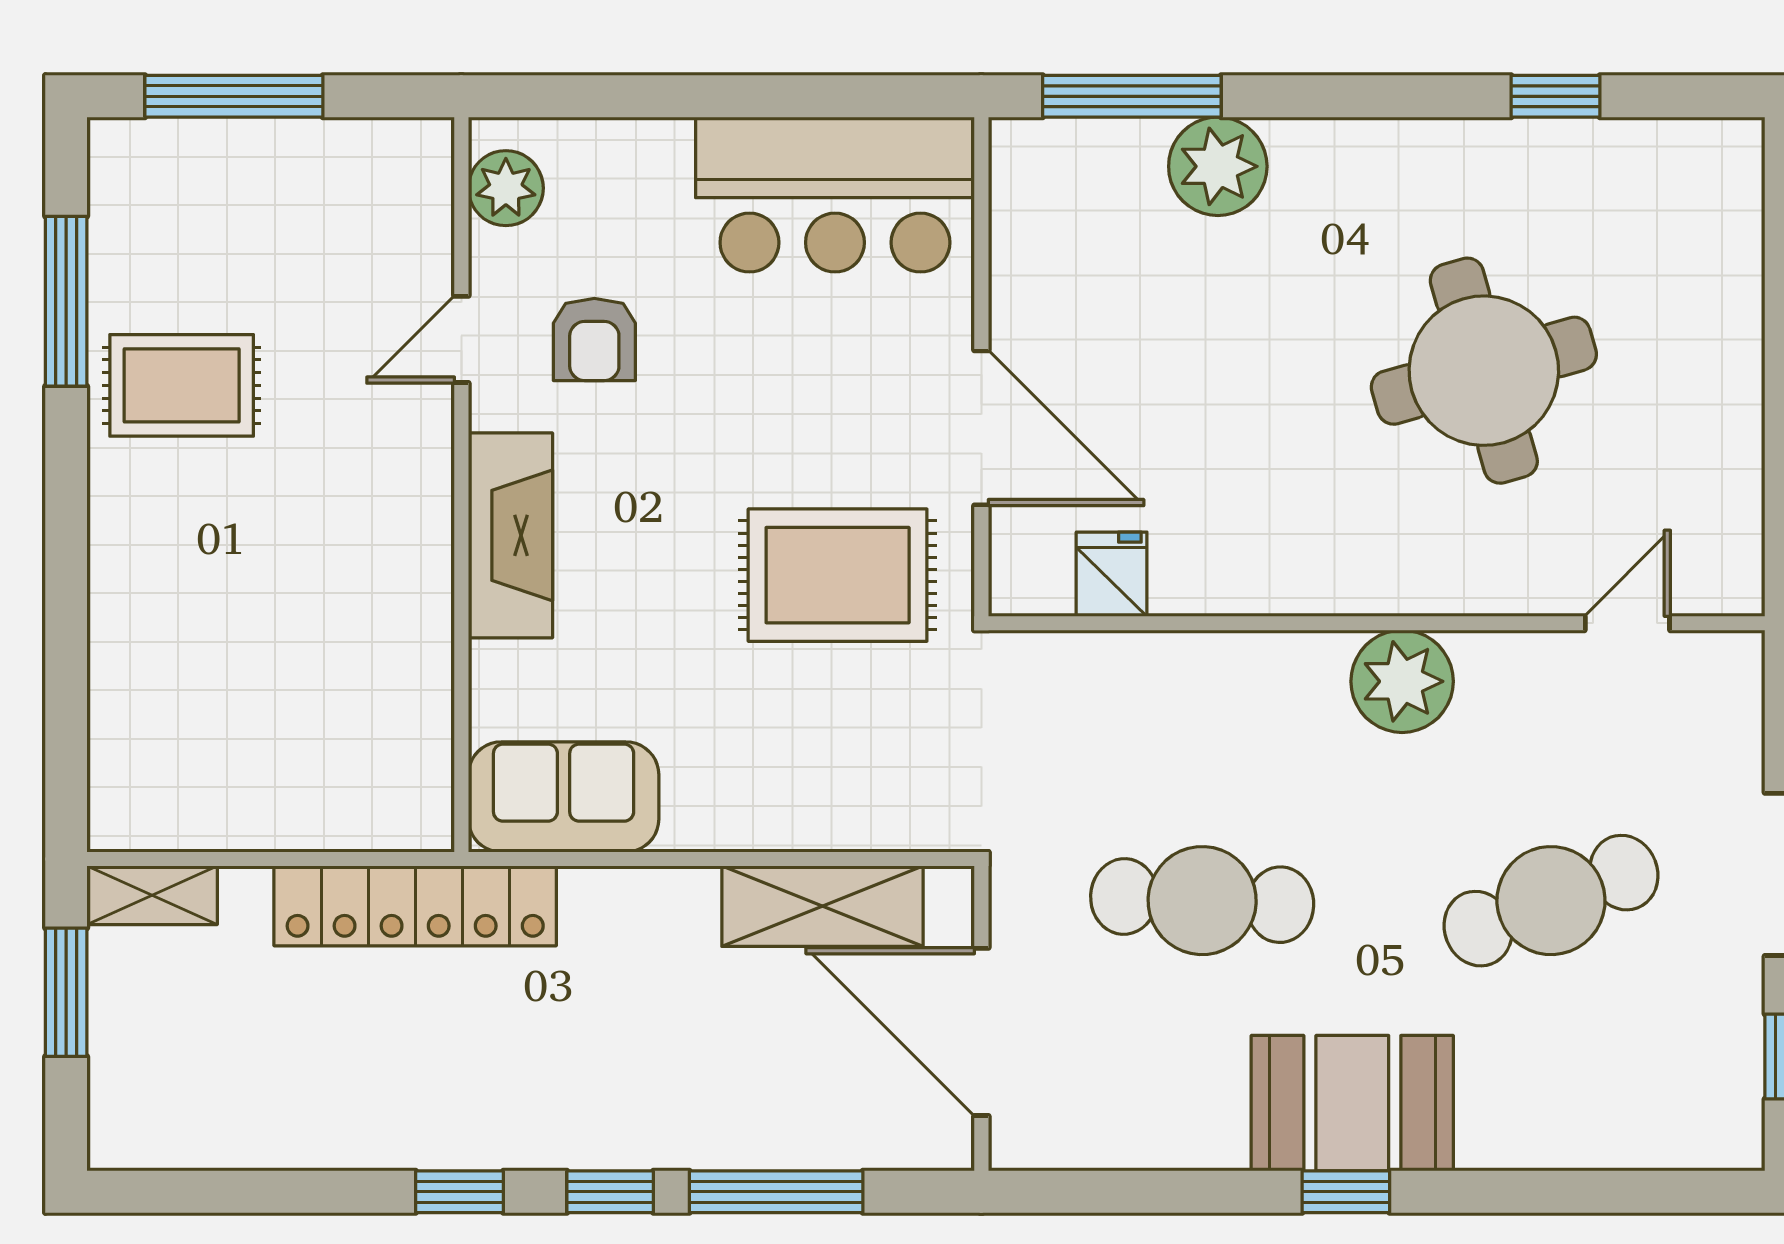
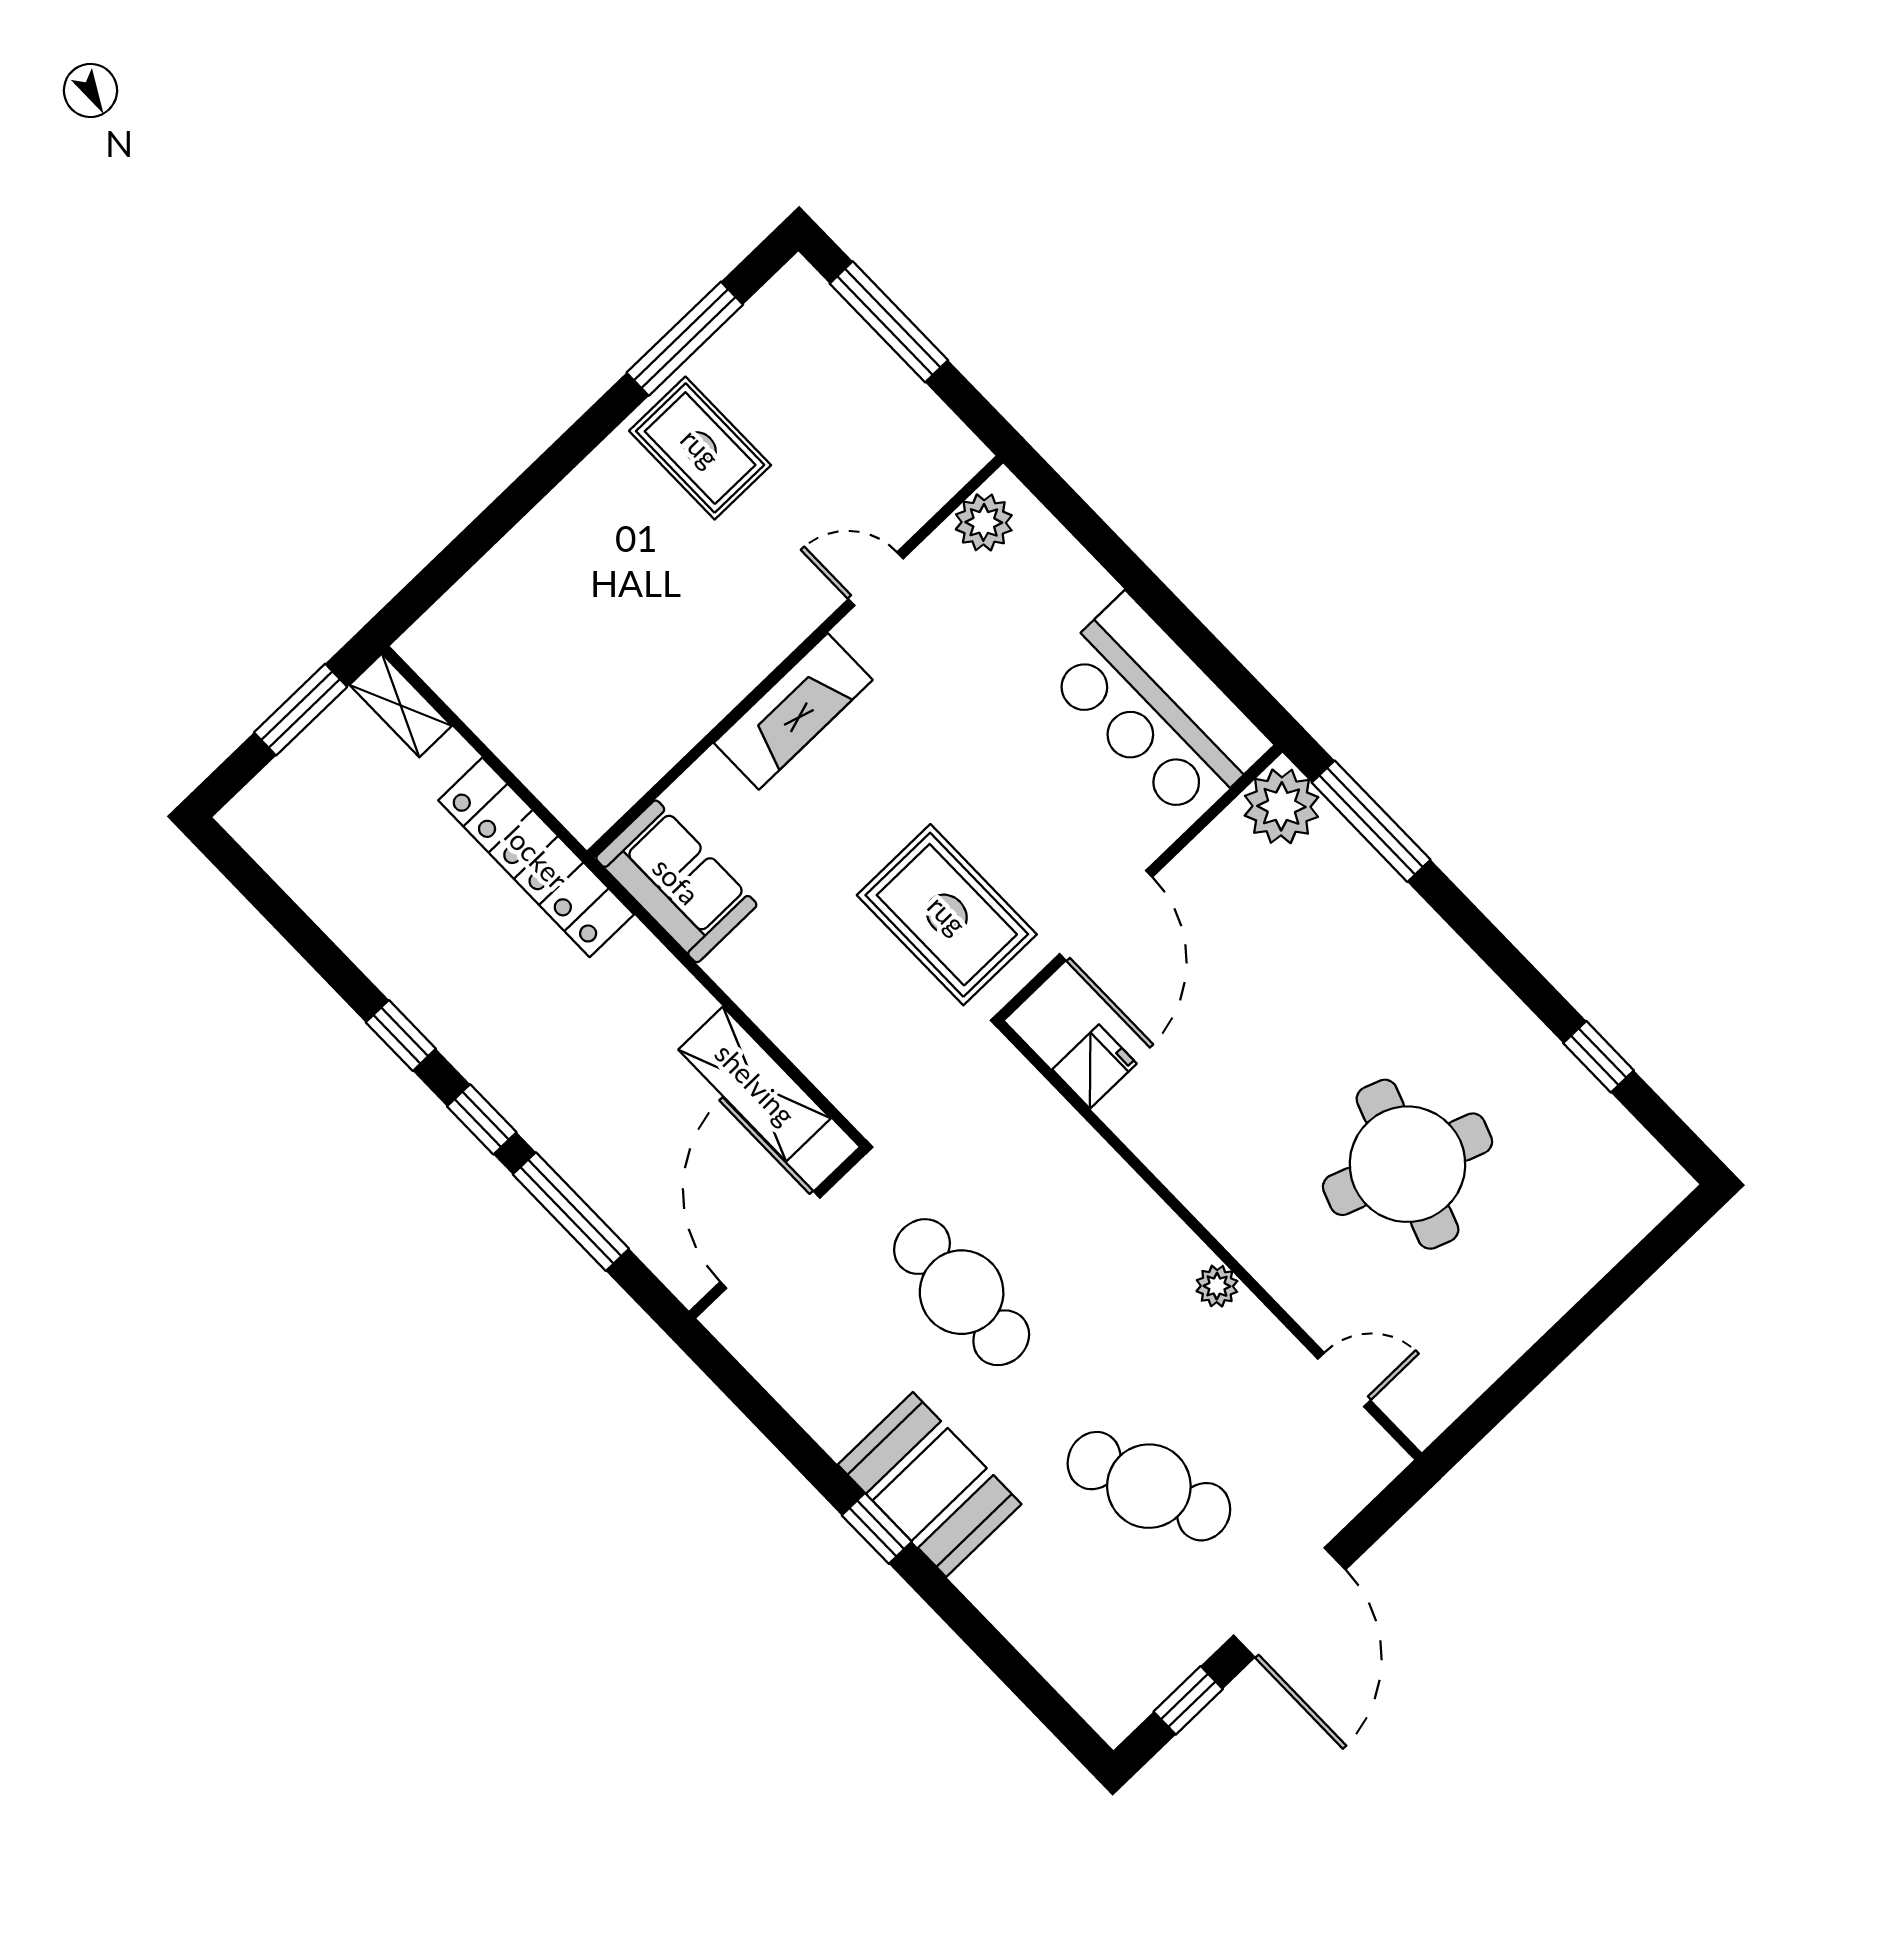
plant: (1218, 166) -> (1281, 806), moved
armchair: (594, 340) -> (947, 653), removed
round table: (1484, 371) -> (1408, 1164), turned 36
plant: (1402, 681) -> (1217, 1286), width x0.53, depth x0.53

